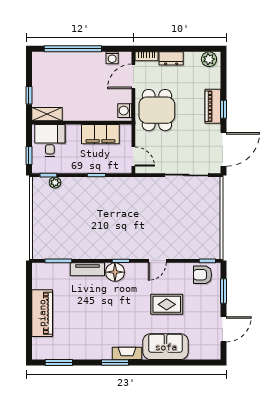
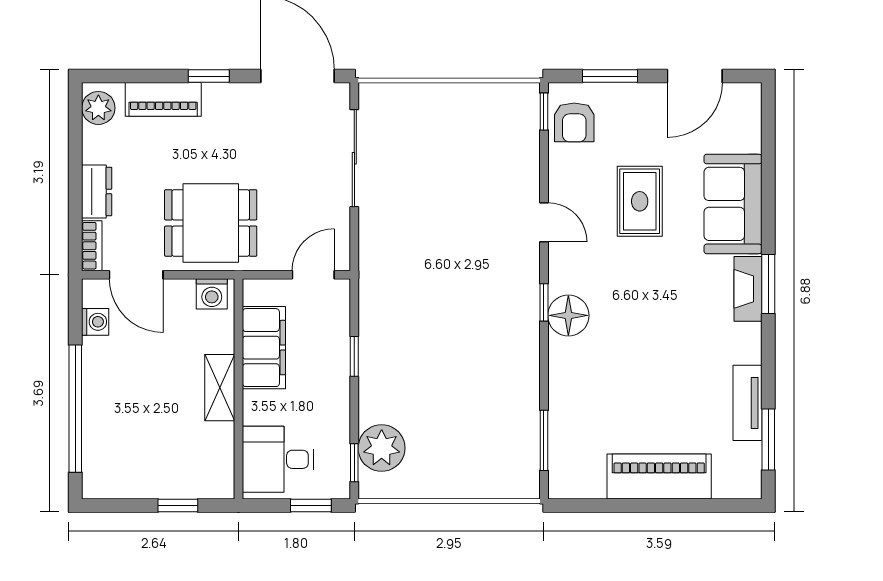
piano: (213, 106) -> (163, 99), moved
shelving: (47, 114) -> (220, 388), moved
plant: (55, 183) -> (382, 448), width x1.87, depth x1.87
tv unit: (87, 269) -> (747, 403), moved, turned 180
door: (223, 329) -> (695, 76), swing flipped
window: (115, 363) -> (768, 284), moved

